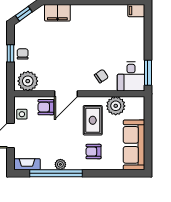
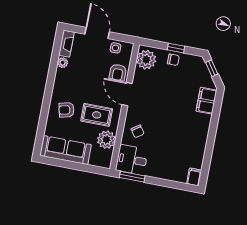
armchair: (46, 107) -> (118, 72), turned 180
armchair: (94, 152) -> (66, 110), turned -103
plant: (60, 164) -> (63, 63), moved
window: (56, 173) -> (53, 70), removed

